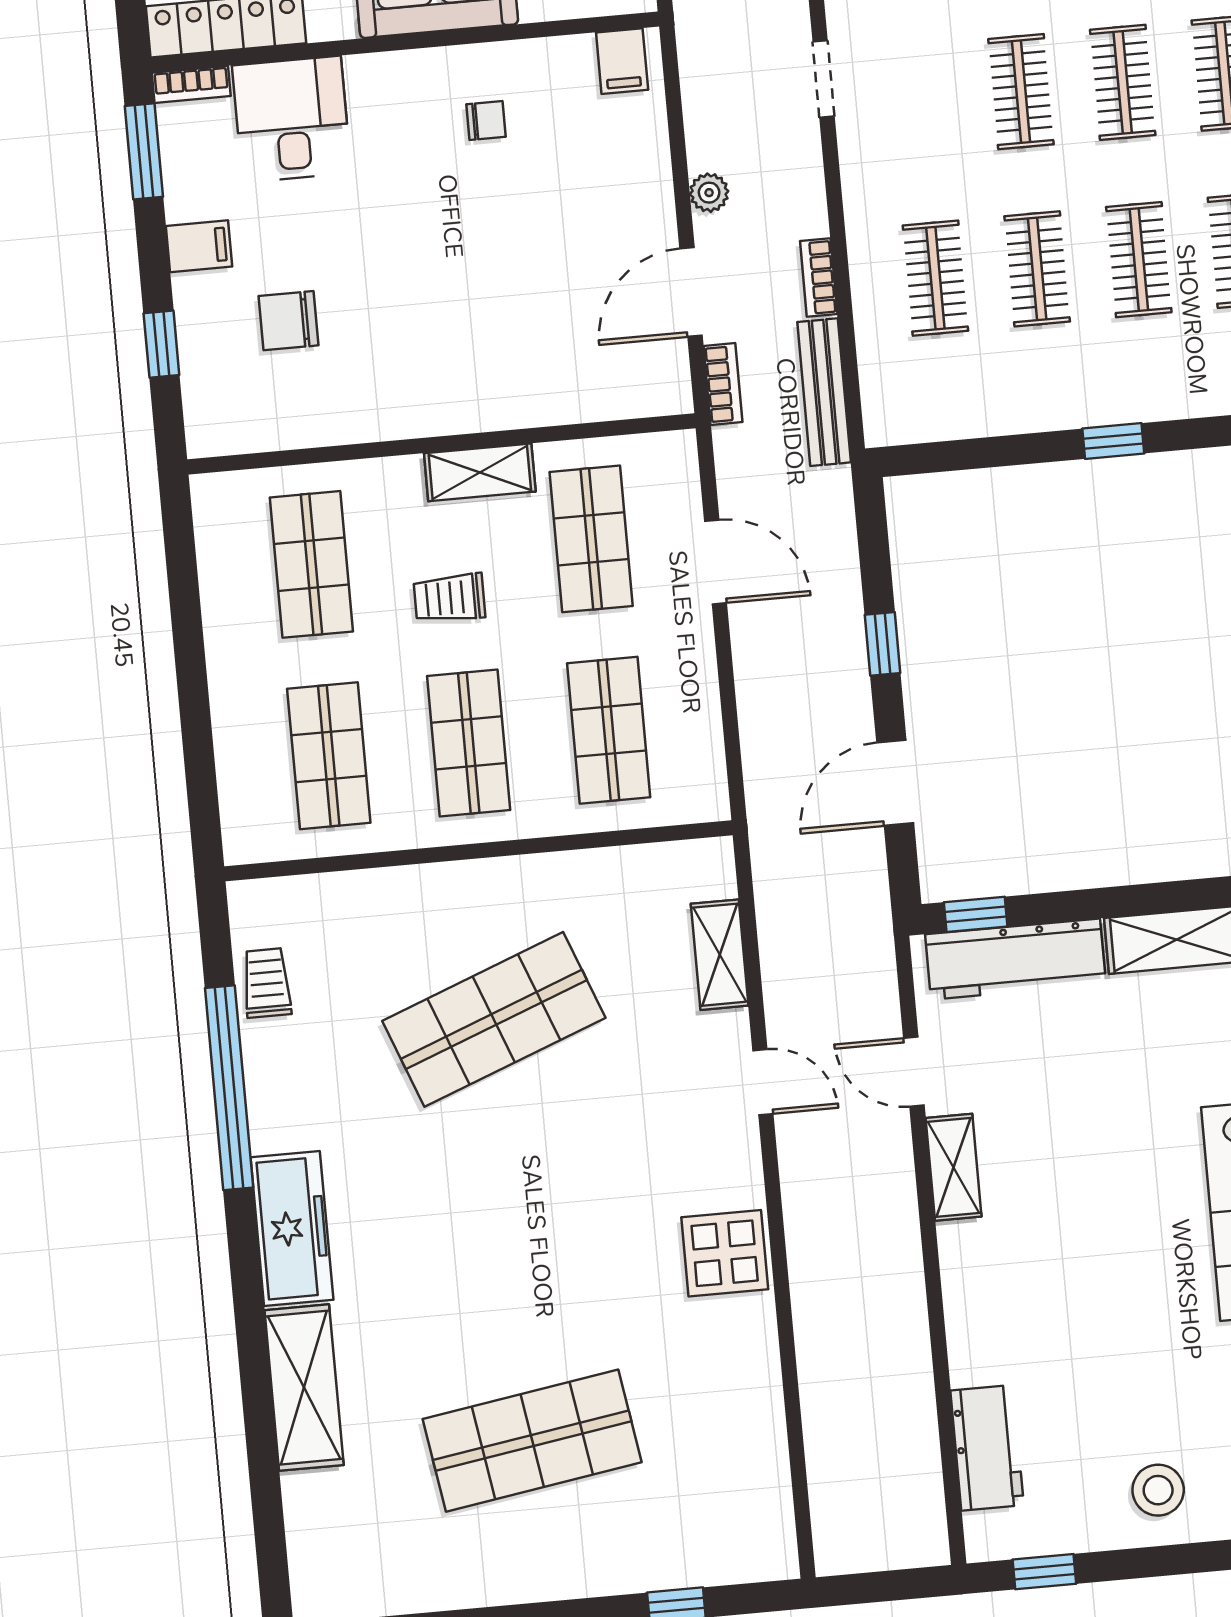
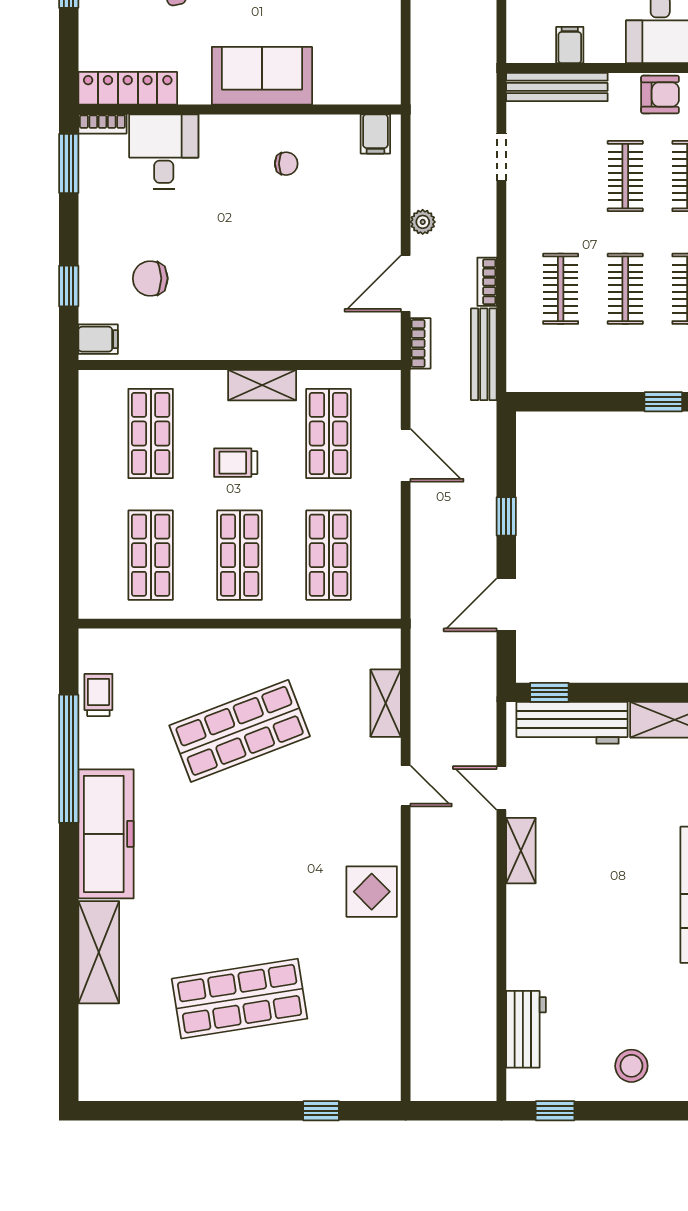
filing cabinet: (199, 246) -> (98, 339), moved
freezer: (292, 1228) -> (106, 834), width x1.36, depth x1.26

